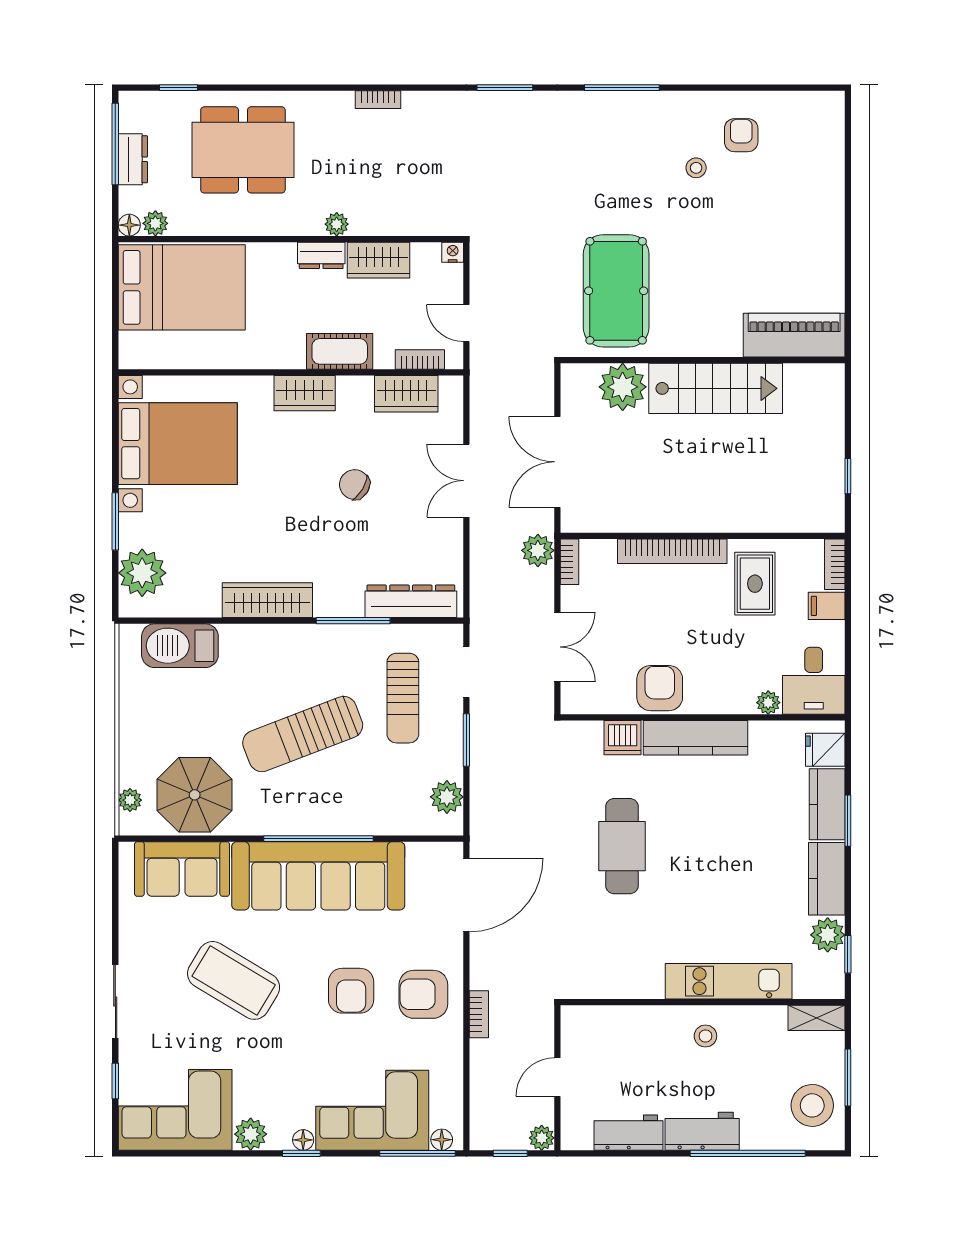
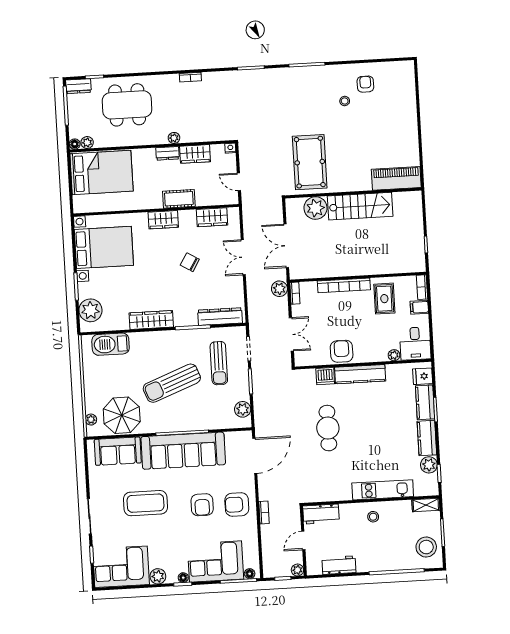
dresser: (133, 159) -> (78, 86), moved, turned 90
bookcase: (420, 359) -> (218, 200), removed
coffee table: (234, 980) -> (145, 503), turned -31
workbench: (702, 1131) -> (321, 514), moved, turned 180

